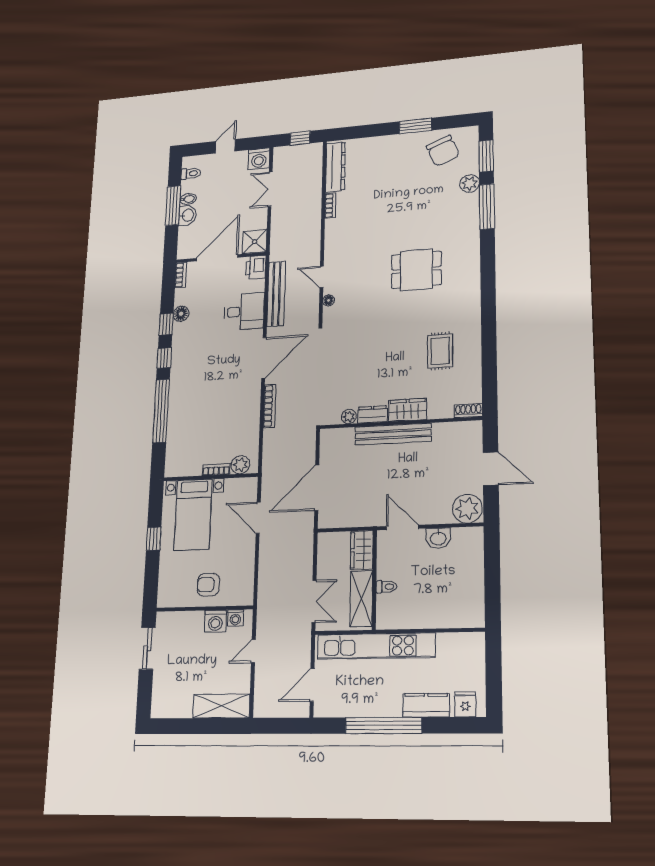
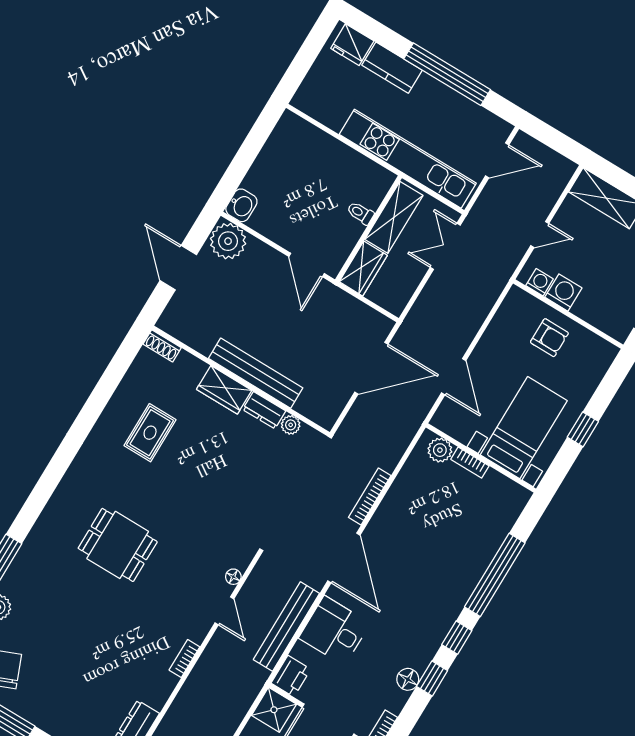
bookcase: (330, 205) -> (184, 658), moved
door: (264, 358) -> (344, 558), swing flipped
washbasin: (438, 538) -> (241, 205), moved, turned 90
fridge: (465, 704) -> (352, 45), width x1.38

